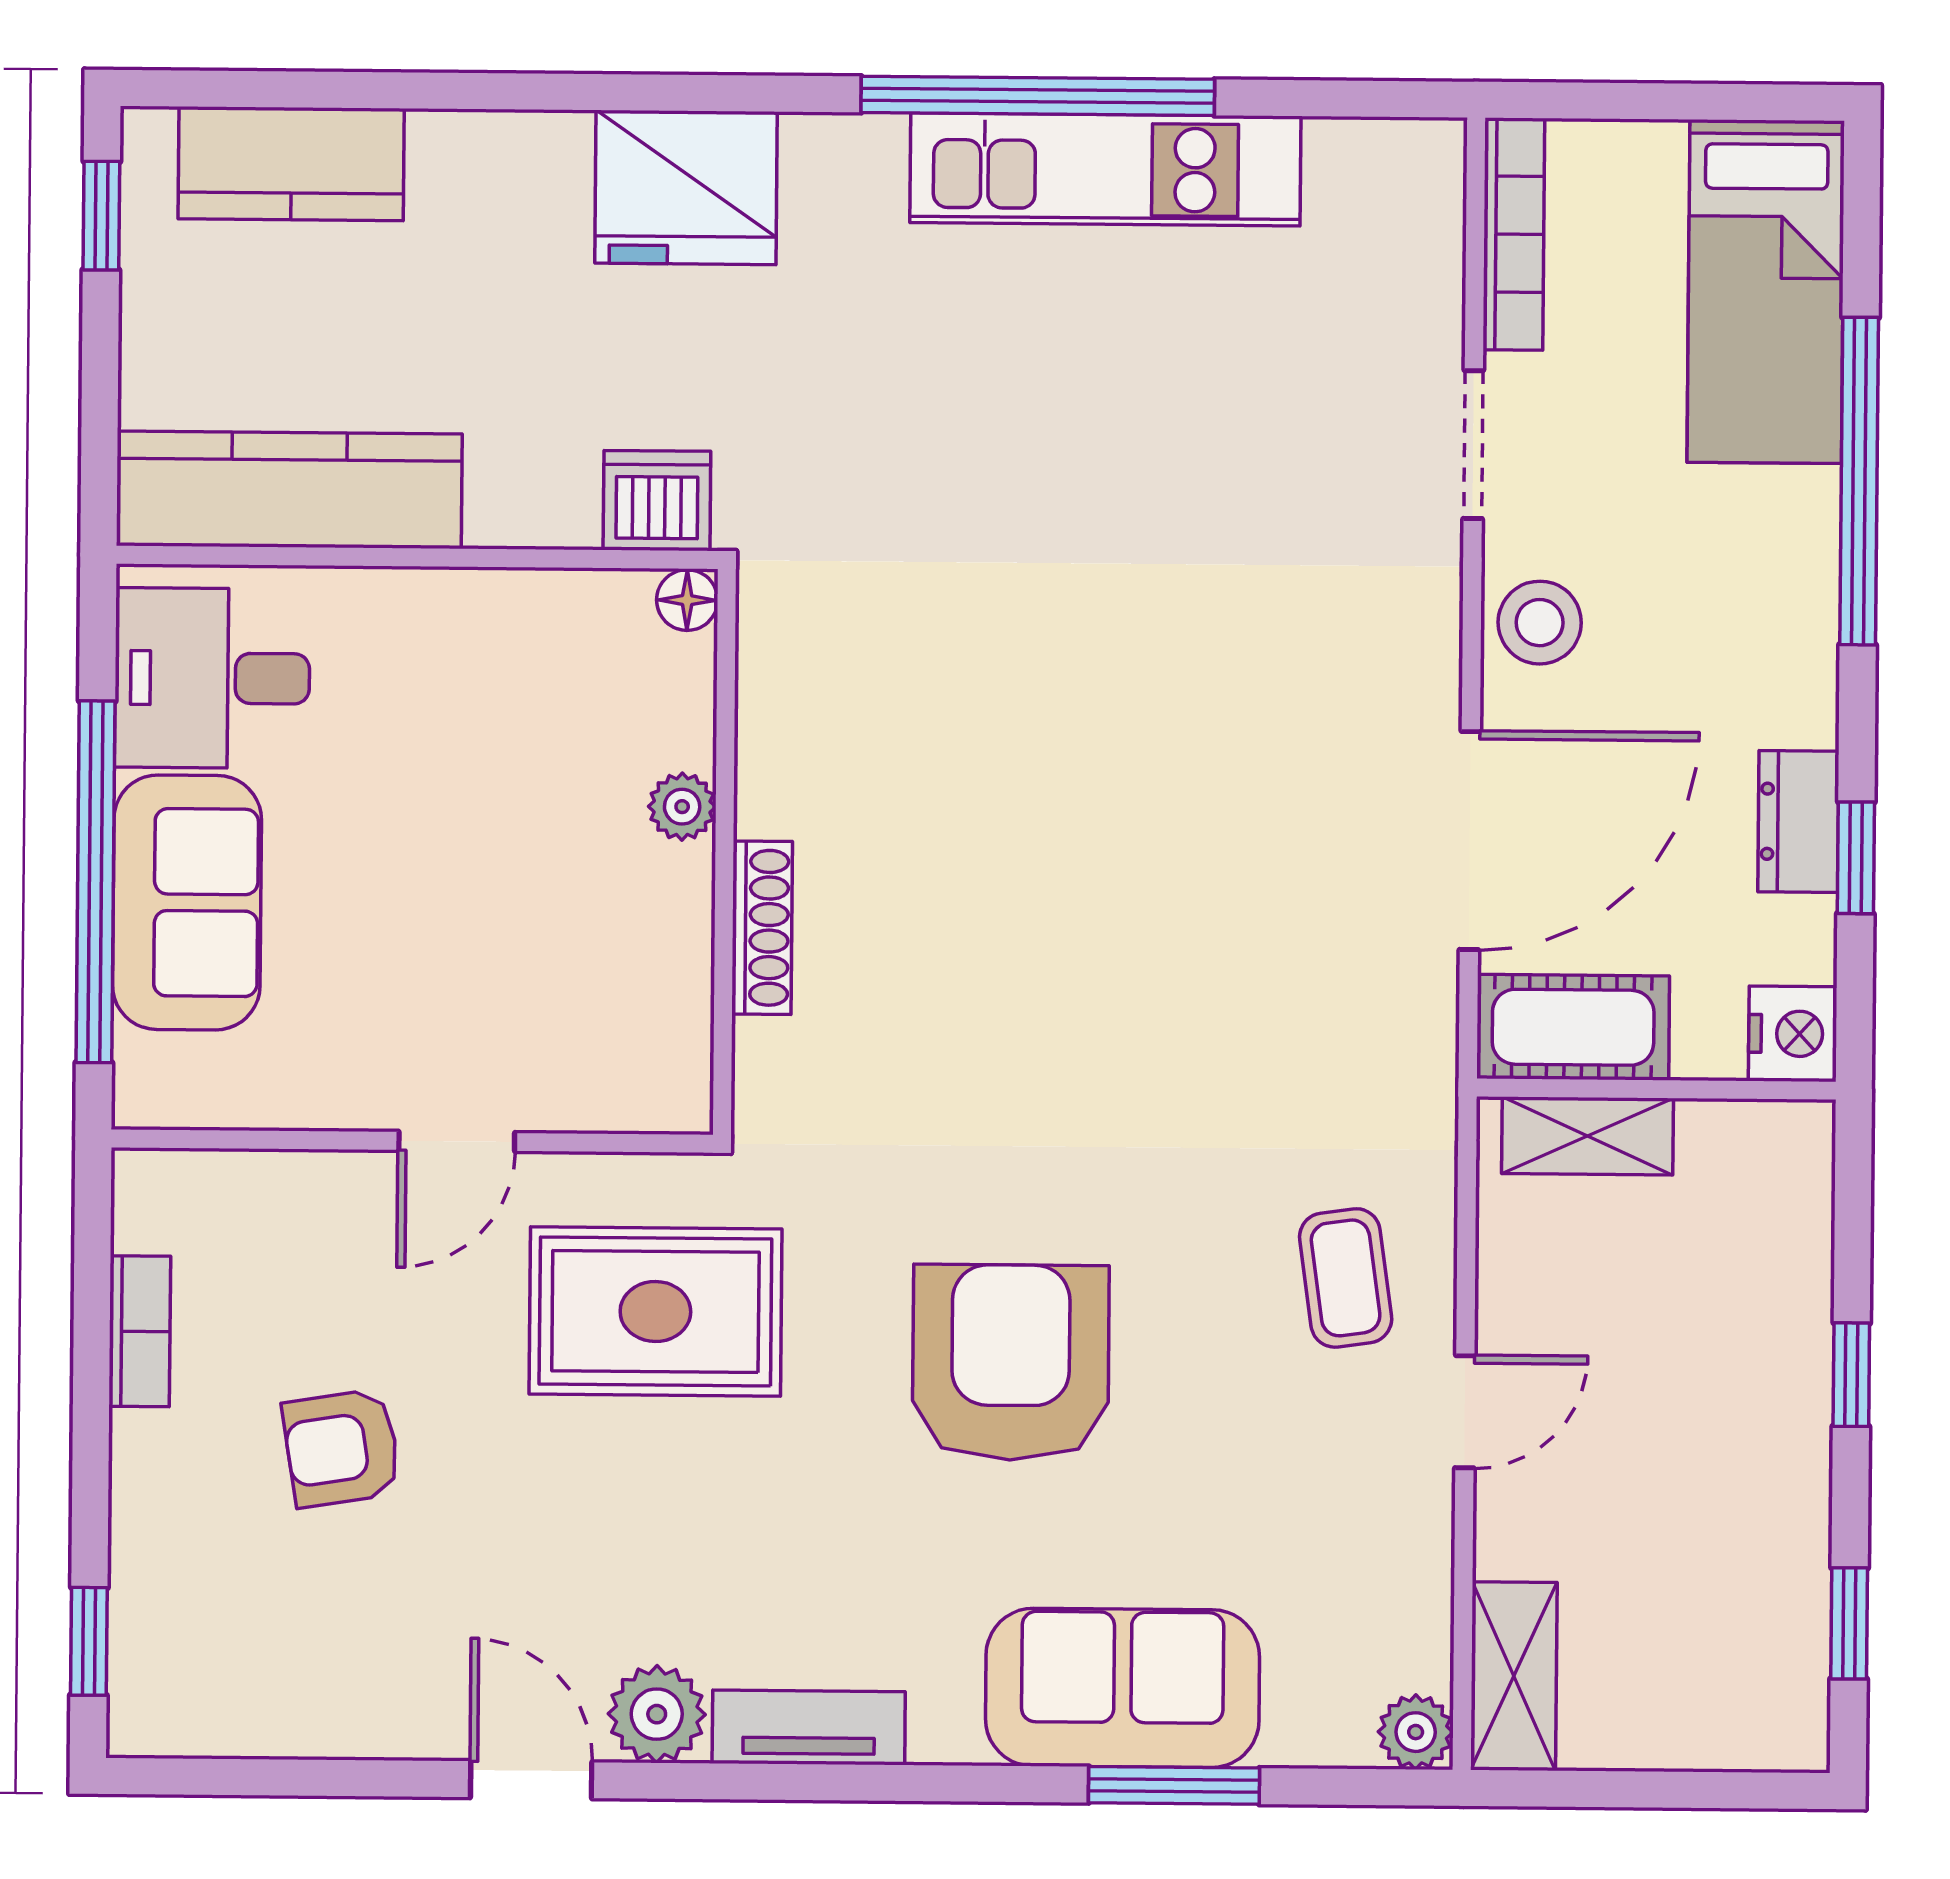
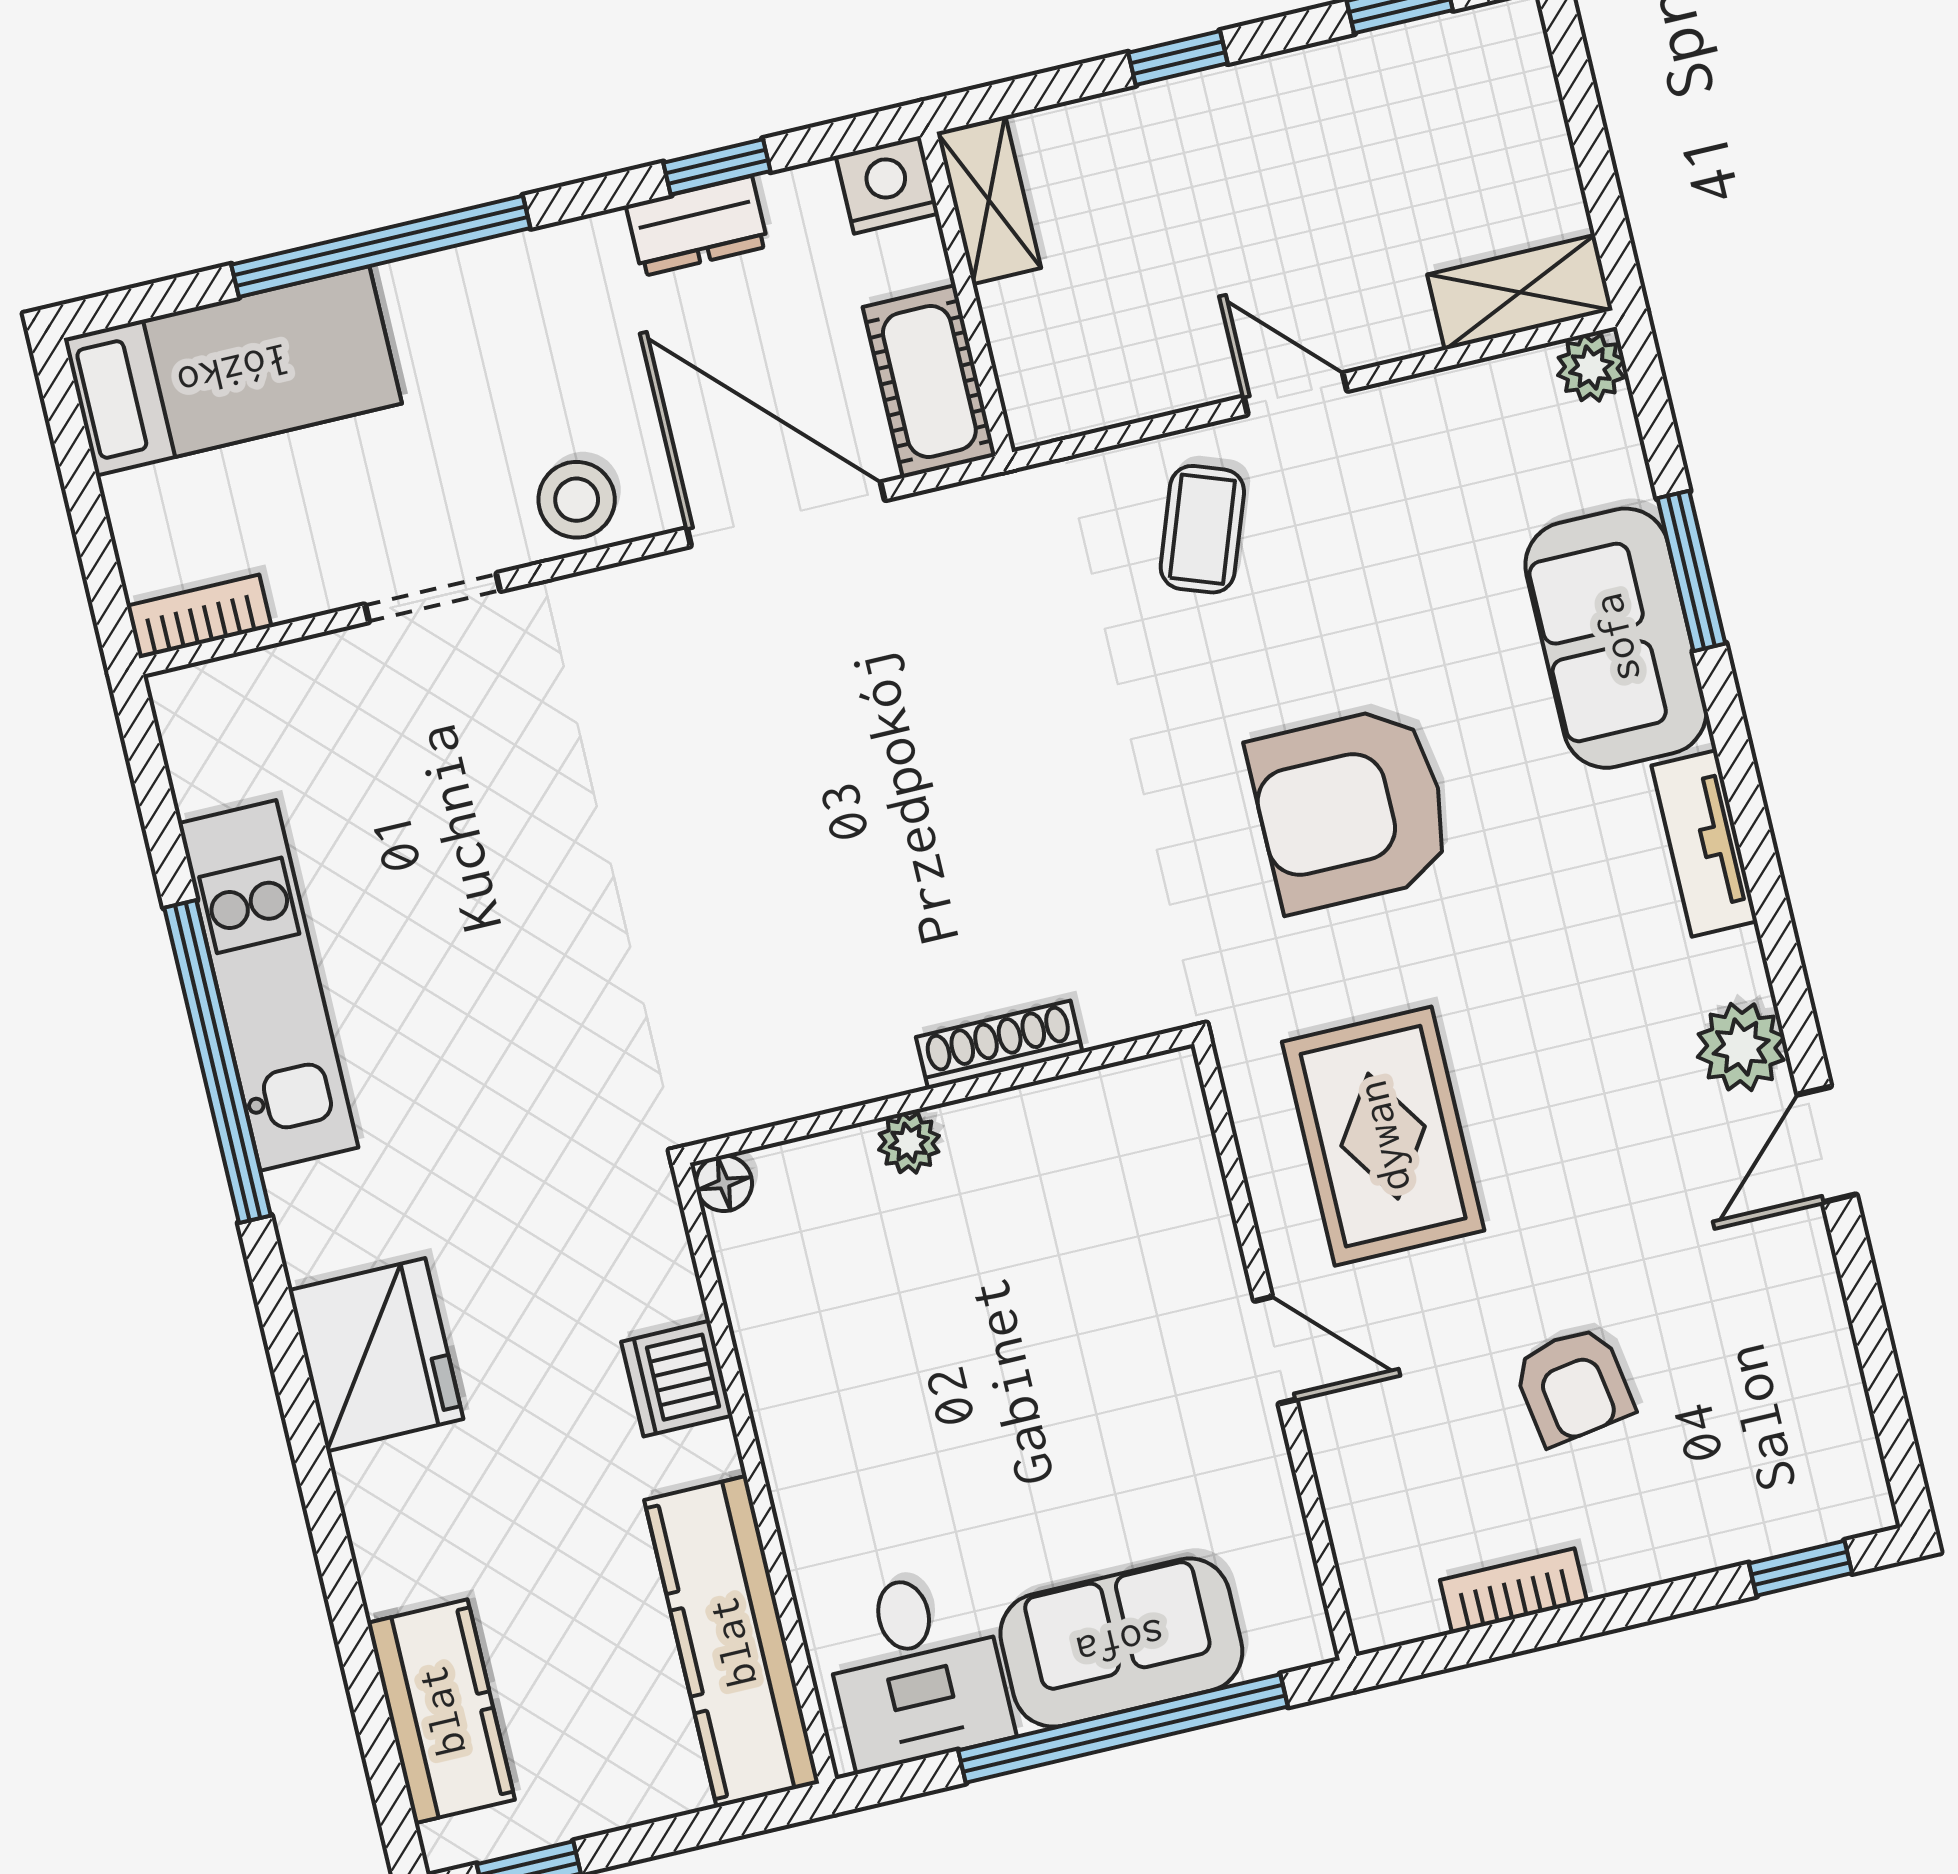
bookcase: (1514, 234) -> (199, 616), width x0.64
dishwasher: (657, 501) -> (677, 1379), moved
floor lamp: (687, 600) -> (724, 1183), moved
plant: (682, 807) -> (909, 1143), moved
wall: (724, 852) -> (940, 1095), moved
shoe rack: (762, 928) -> (999, 1045), moved
shelving: (1588, 1136) -> (989, 200), moved
coffee table: (1346, 1278) -> (1202, 529), turned -62
tv unit: (809, 1727) -> (1704, 843), moved

